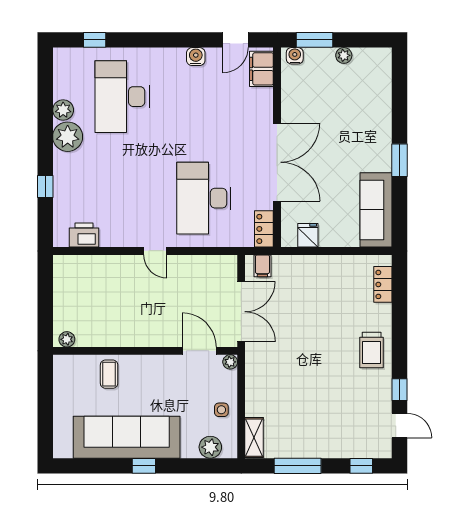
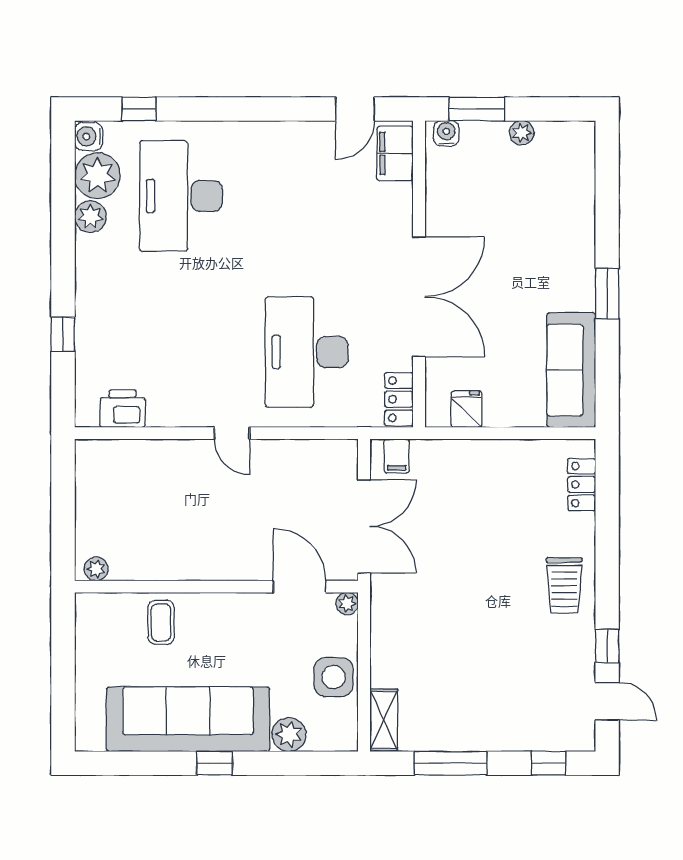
water cooler: (196, 57) -> (89, 136), moved, turned -90
plant: (68, 137) -> (97, 176), moved
side table: (221, 410) -> (334, 677), width x1.87, depth x1.87
plant: (210, 447) -> (289, 735), moved

